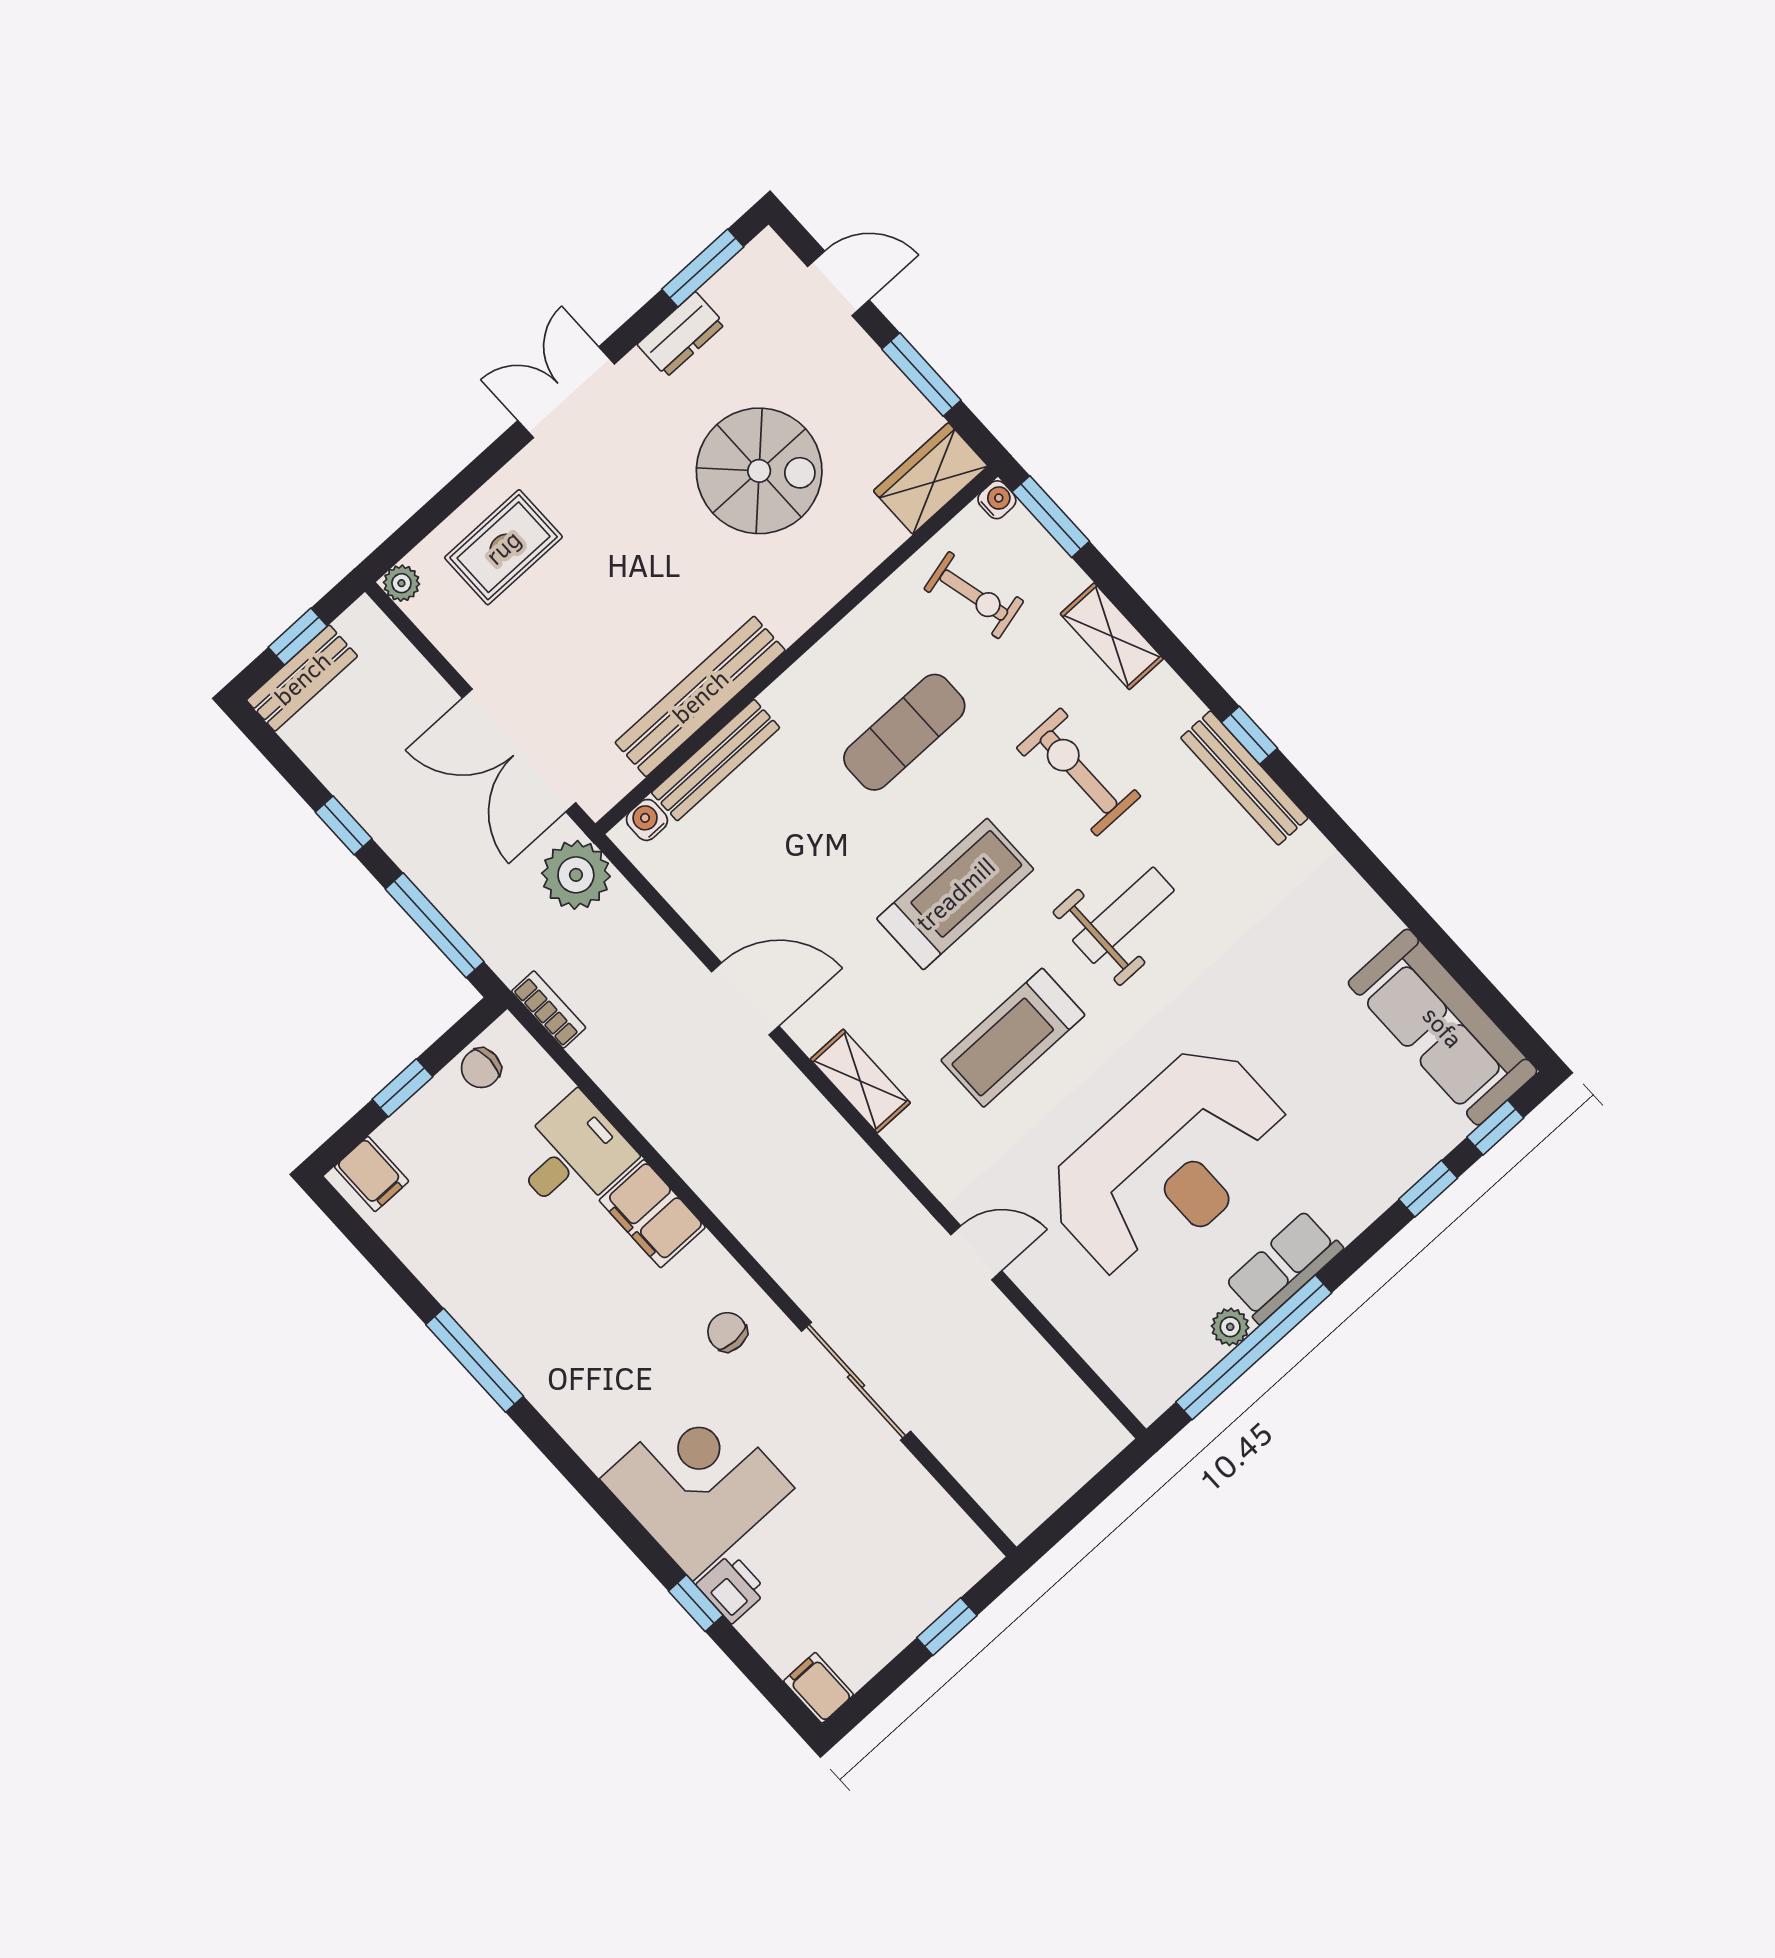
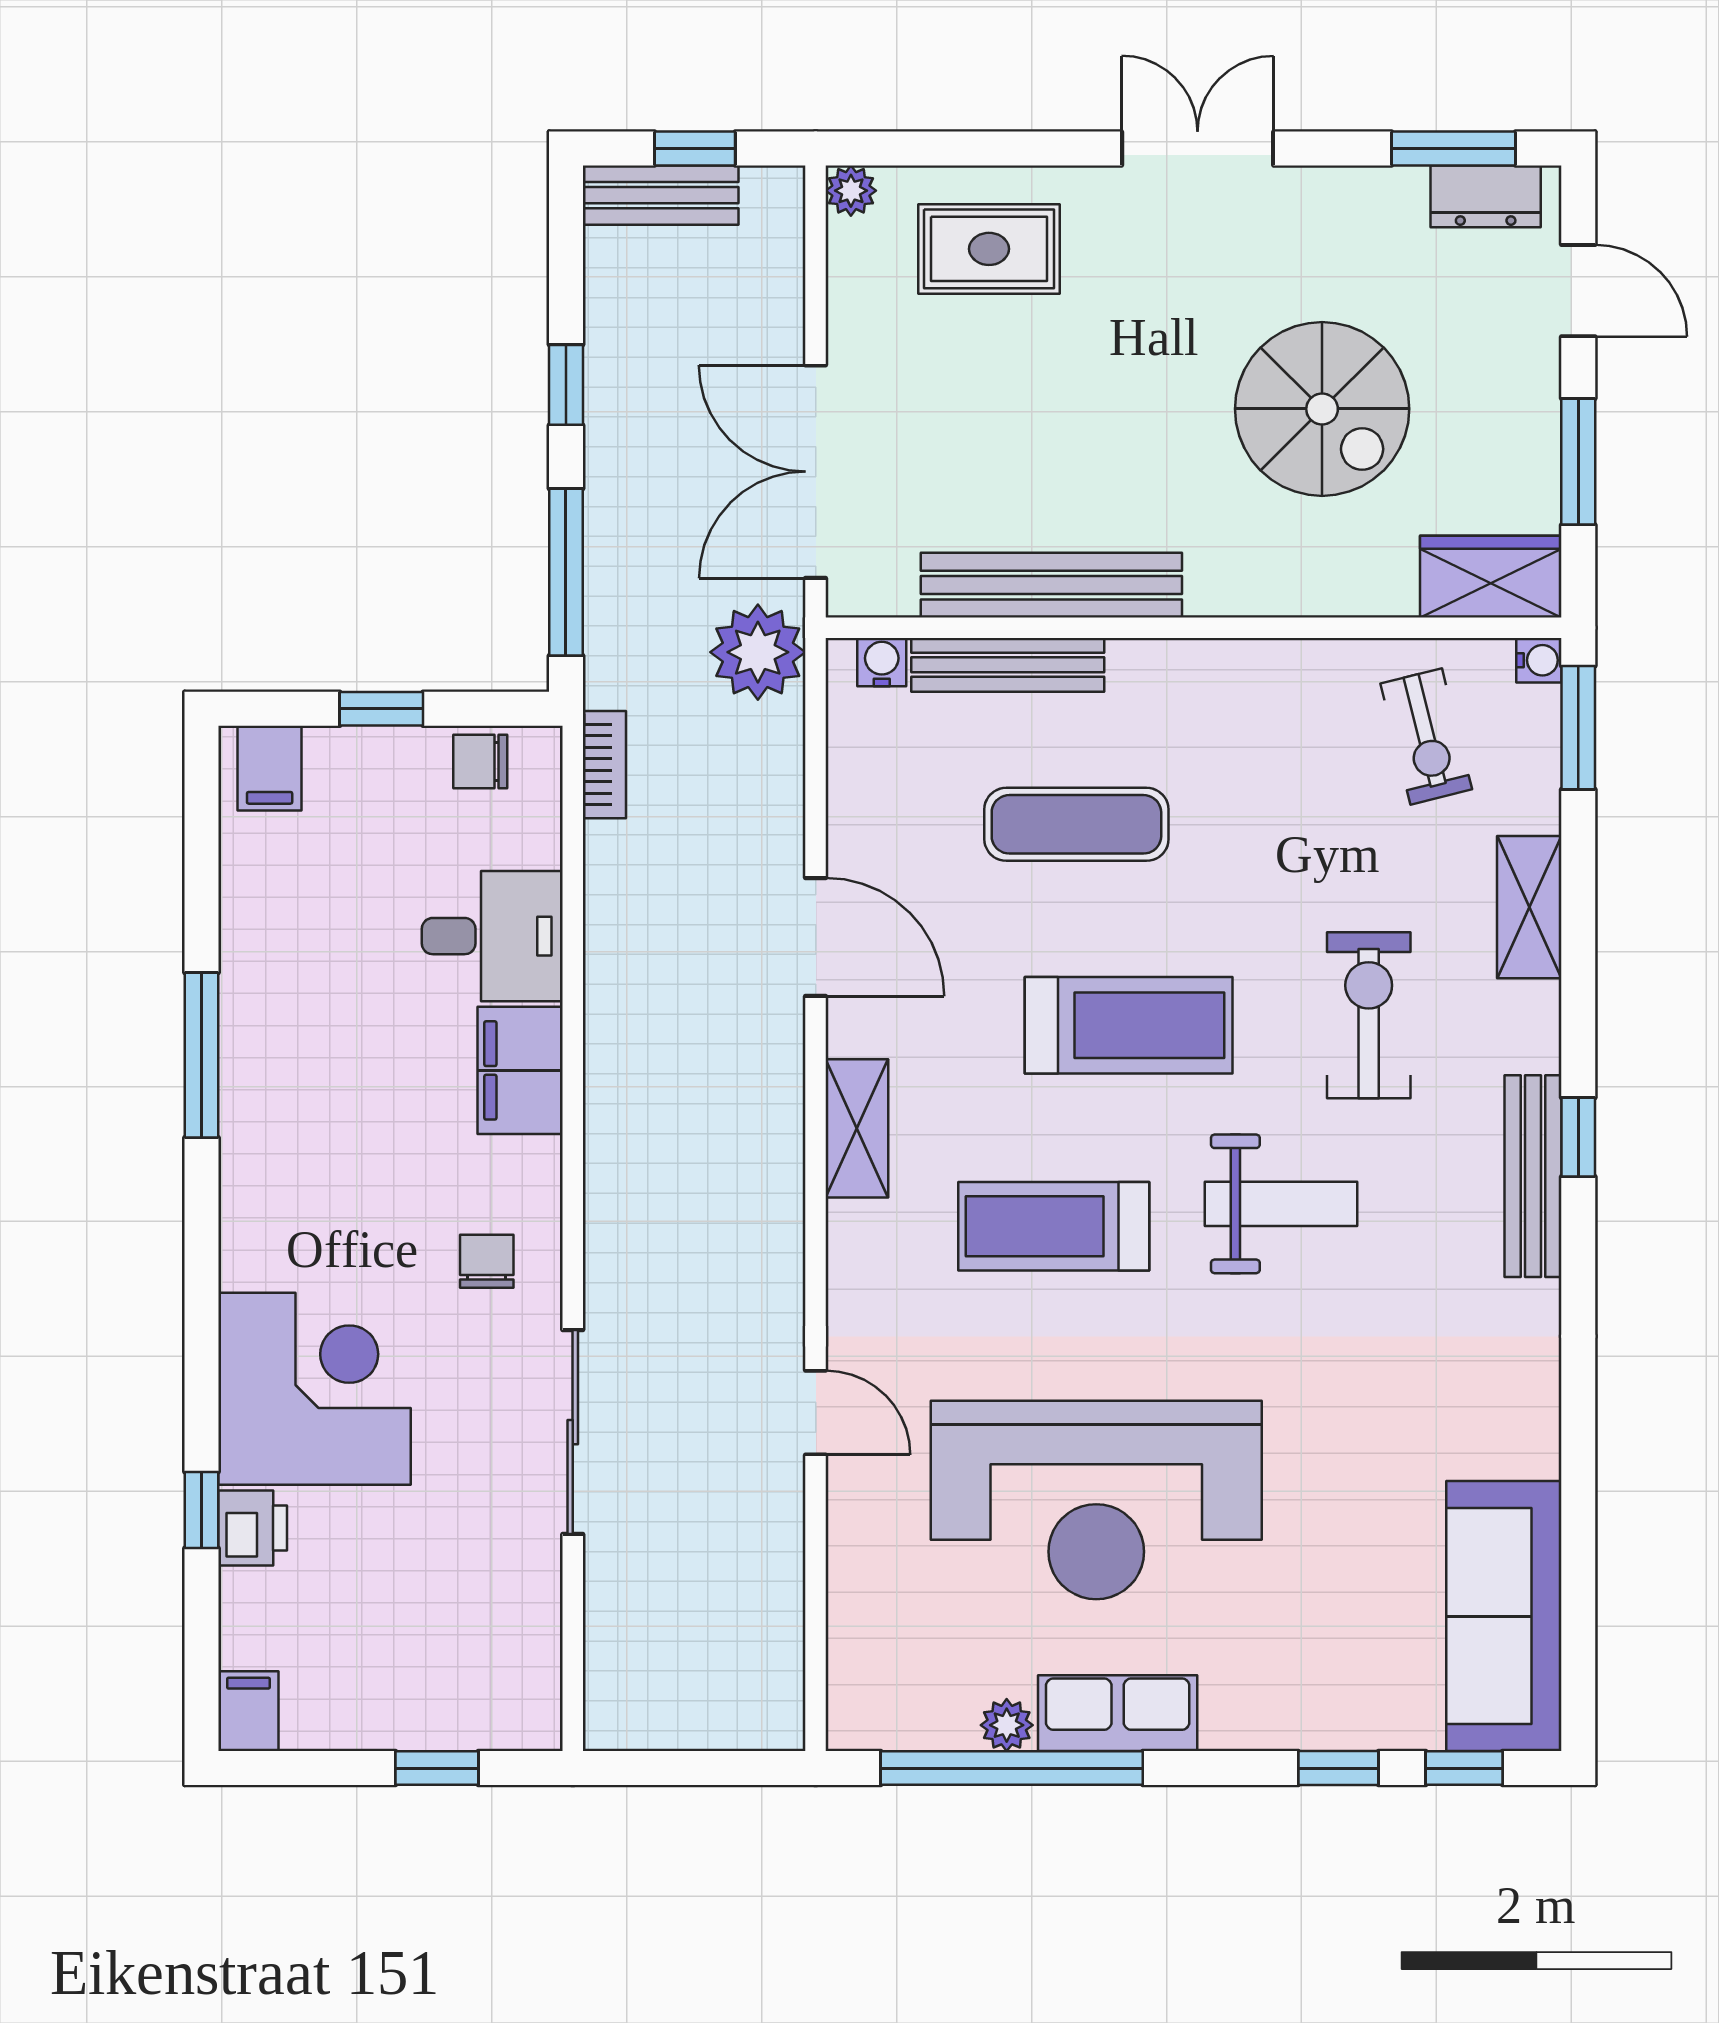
dresser: (681, 334) -> (1486, 196), moved
exercise mat: (904, 732) -> (1076, 824), moved

